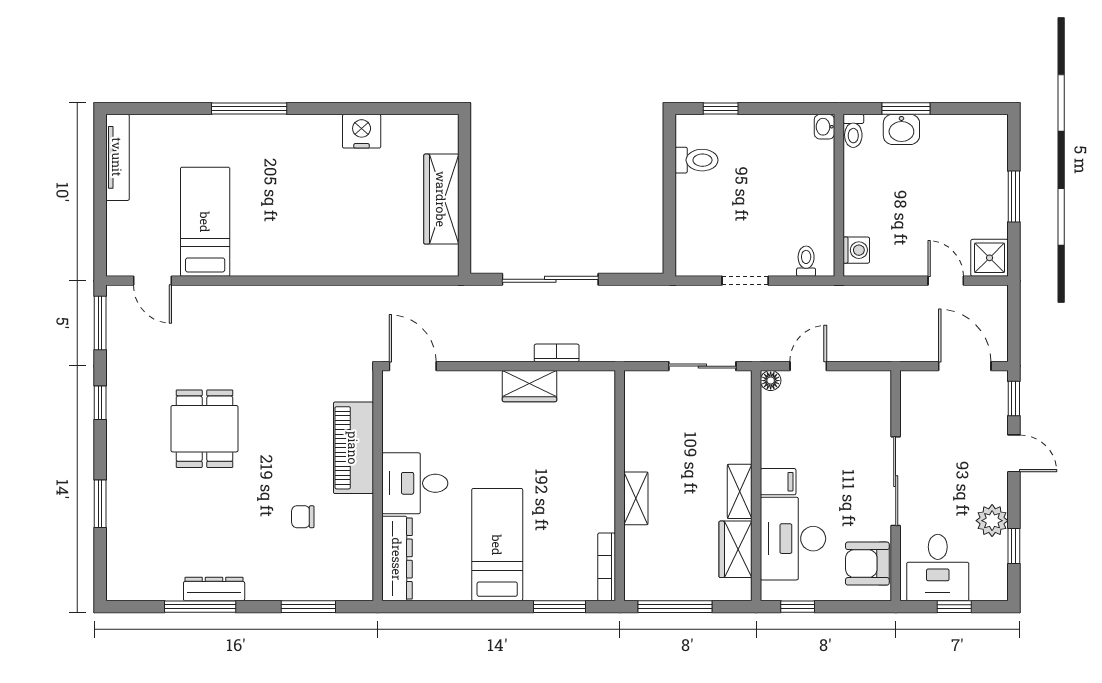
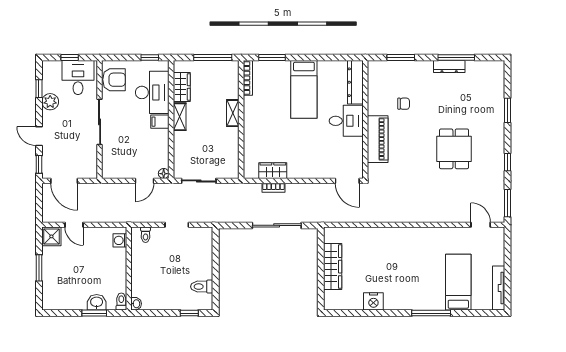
bed: (205, 222) -> (458, 282), moved, turned 180
wardrobe: (530, 386) -> (273, 171), moved

